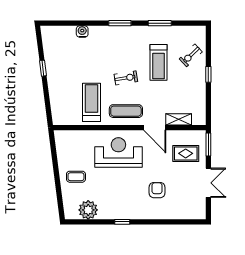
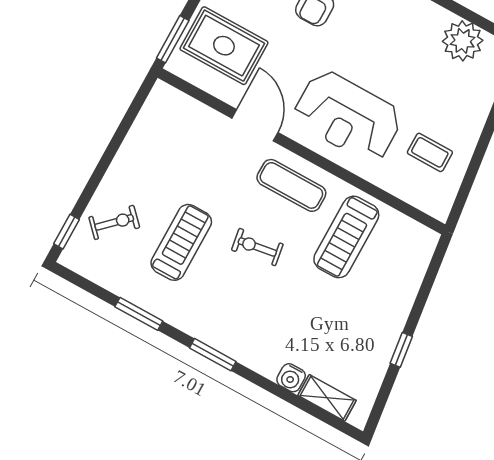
window: (208, 74) -> (67, 232), moved
shelving: (179, 119) -> (327, 398), moved
rug: (186, 153) -> (224, 46), width x1.36, depth x1.43
coffee table: (76, 177) -> (430, 152), moved

